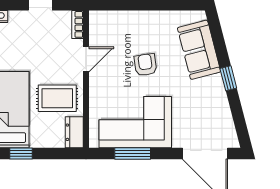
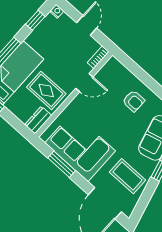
armchair: (145, 65) -> (134, 101), moved, turned 98
coffee table: (203, 110) -> (128, 176), added

